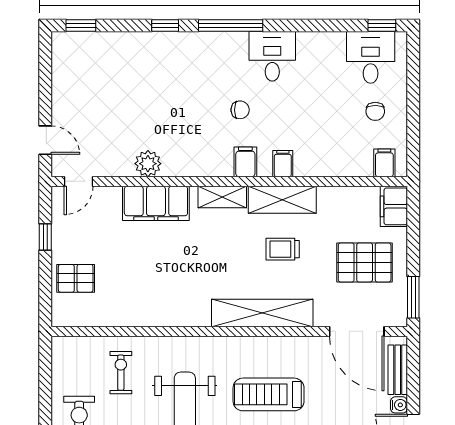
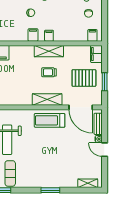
shelving: (222, 197) -> (23, 50), removed
window: (413, 297) -> (105, 82), moved
shelving: (262, 313) -> (47, 100), width x0.68
treadmill: (269, 394) -> (50, 120), moved

